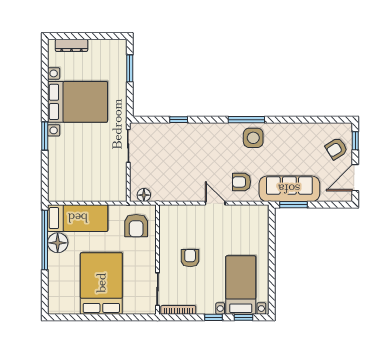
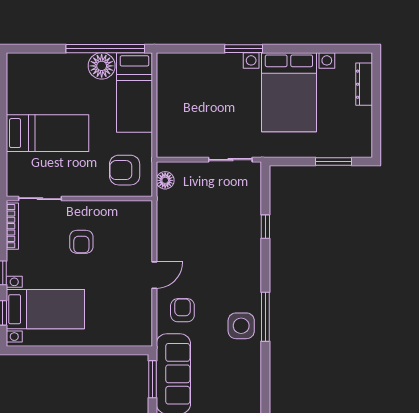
armchair: (190, 258) -> (81, 242), turned 90
bed: (101, 283) -> (48, 133), width x0.67

